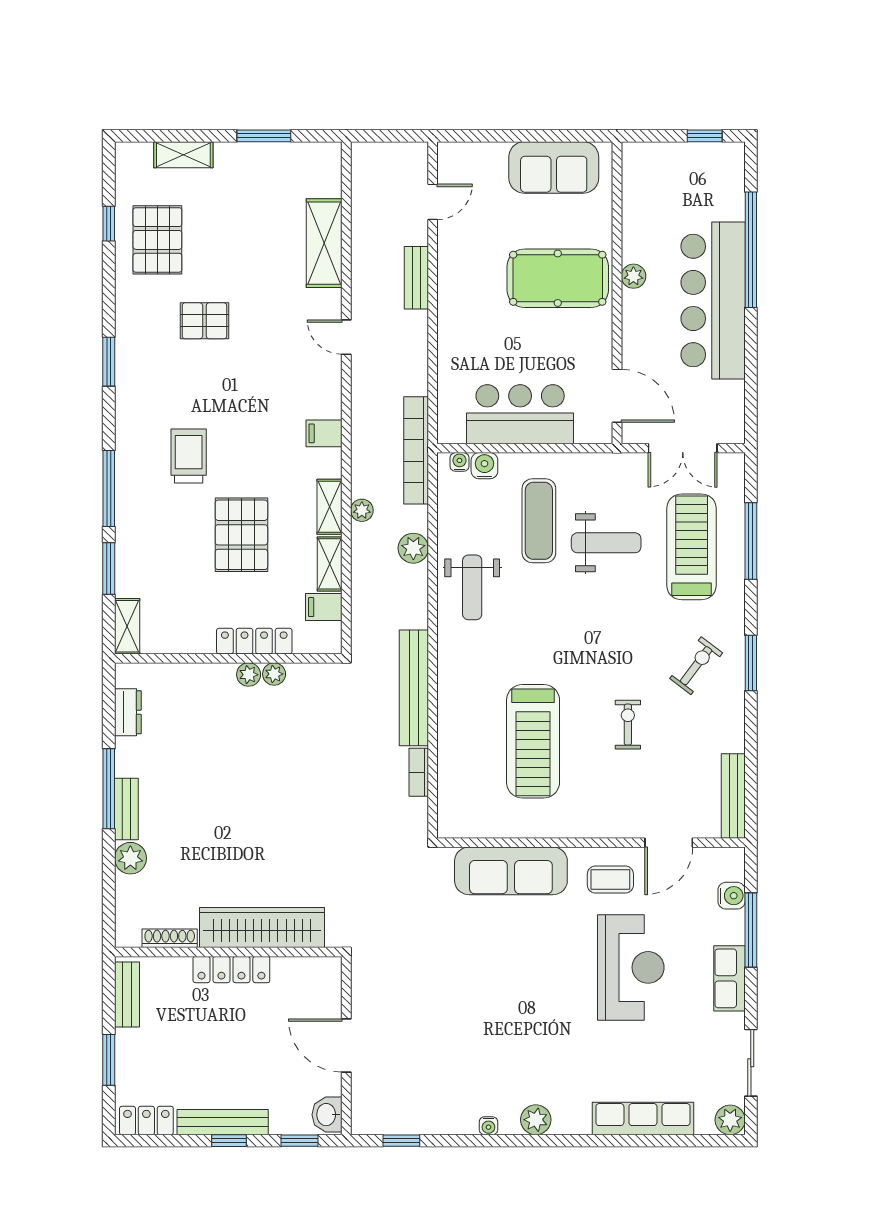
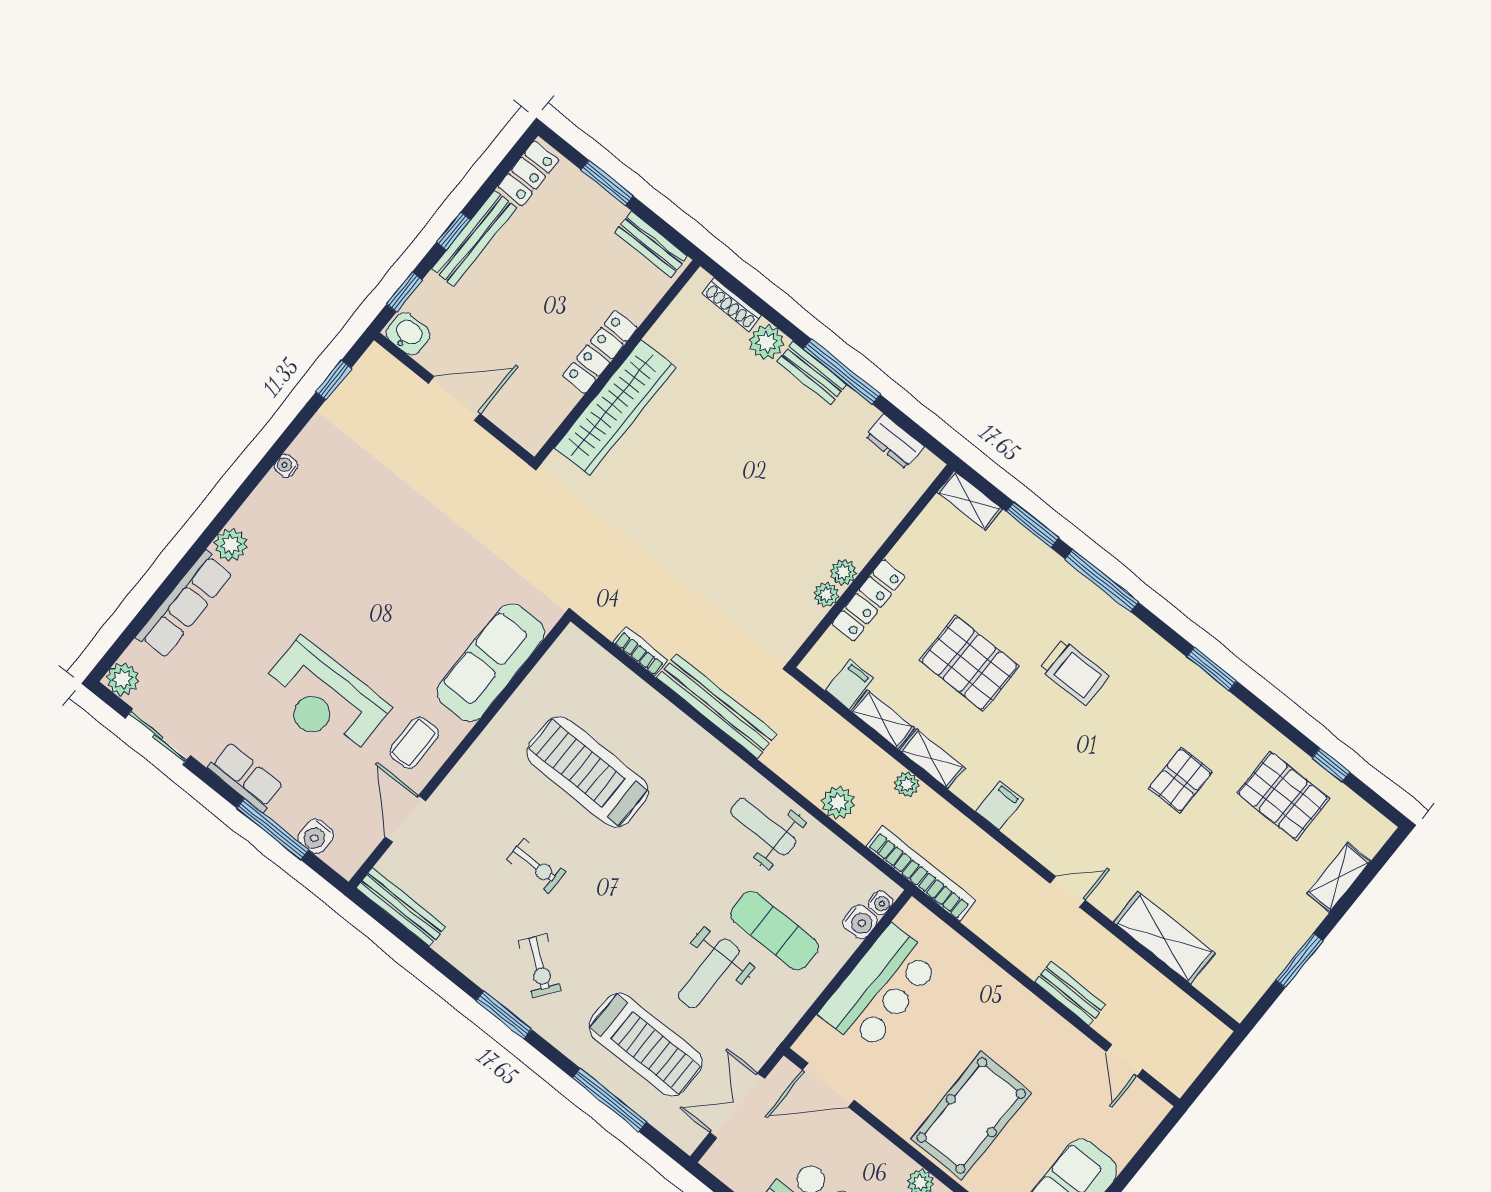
shoe rack: (170, 938) -> (732, 305), moved, turned 90
plant: (536, 1120) -> (231, 545), moved

